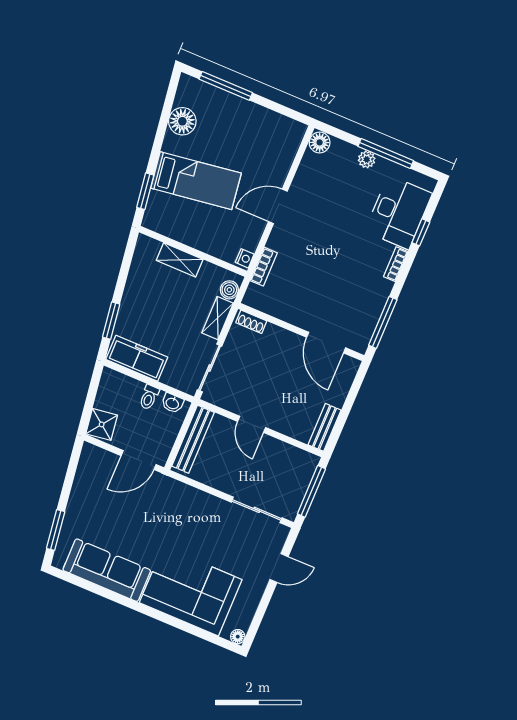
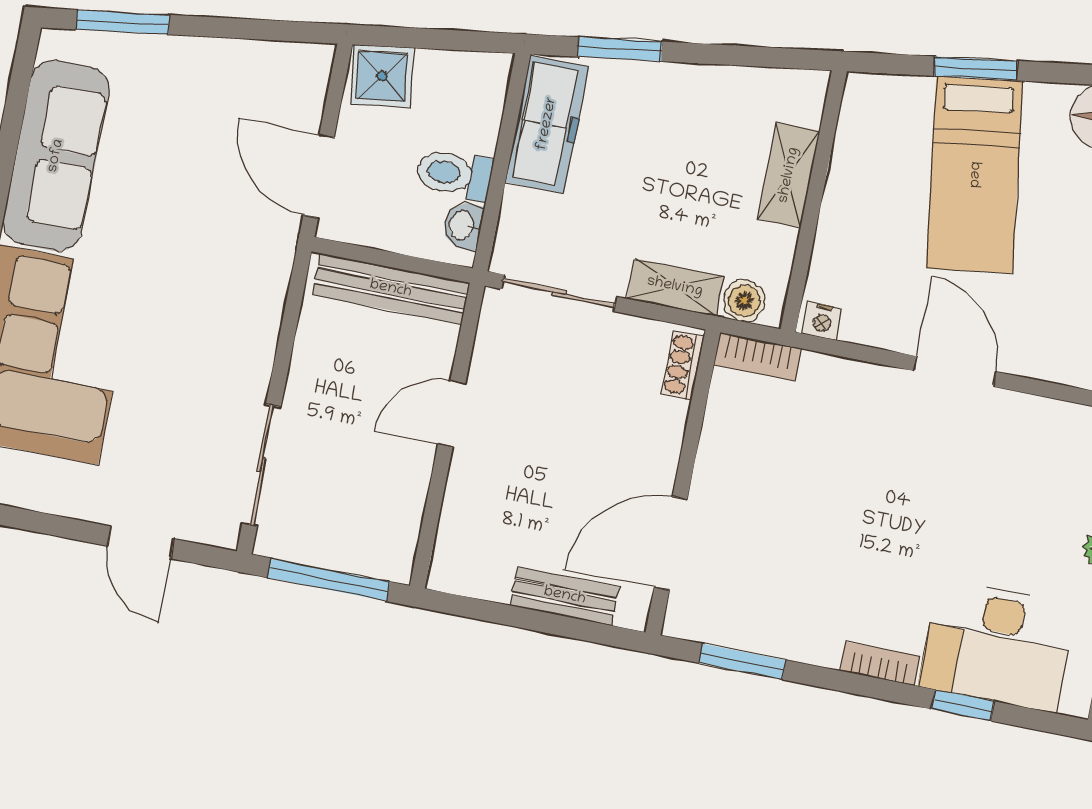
window: (145, 191) -> (976, 68), moved
bookcase: (264, 267) -> (758, 357), moved
window: (383, 322) -> (743, 662), width x0.69
toilet: (149, 397) -> (454, 174), width x1.37, depth x1.39
bench: (325, 427) -> (565, 596), moved

